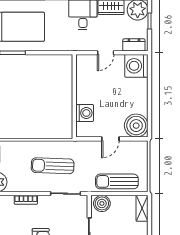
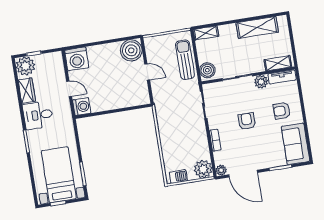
dresser: (134, 45) -> (58, 64), removed
washing machine: (85, 113) -> (82, 107), moved, turned 90
sun lounger: (53, 166) -> (180, 121), removed
sun lounger: (117, 181) -> (185, 60), turned 180

